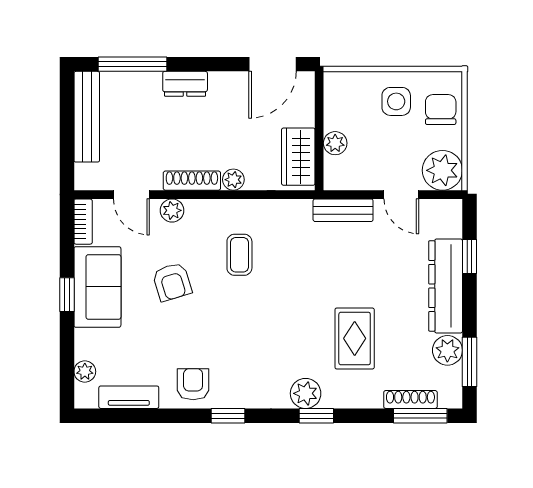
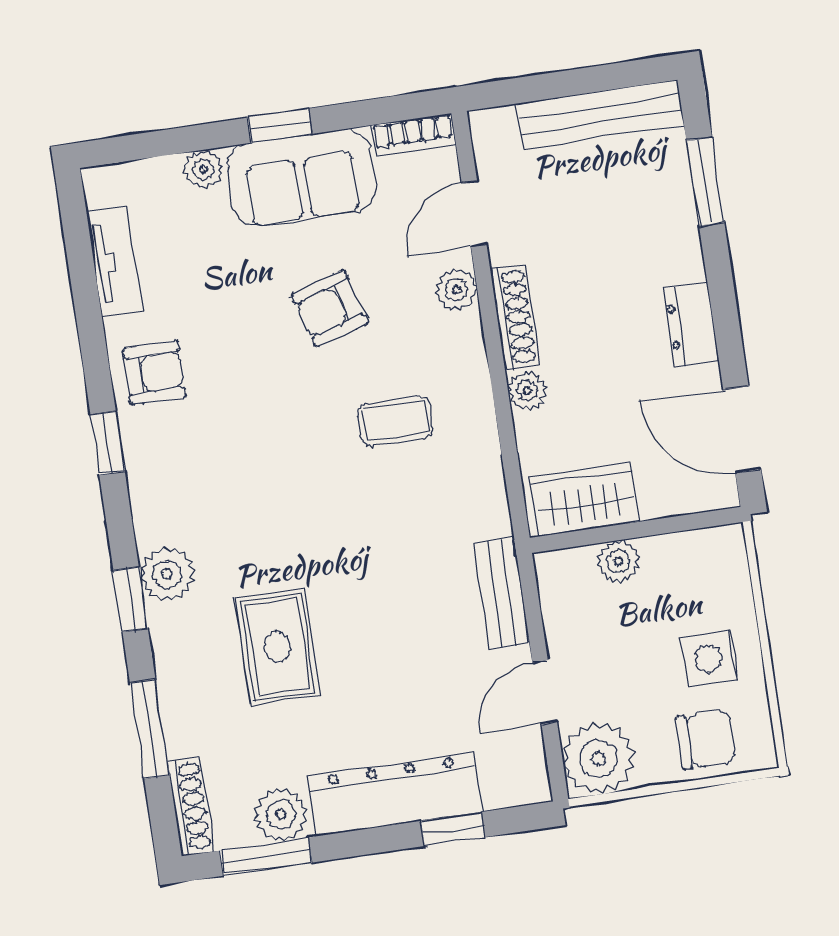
window: (133, 64) -> (705, 182), width x0.69
dresser: (185, 84) -> (691, 325), moved
rug: (355, 338) -> (277, 647), turned 90
plant: (85, 372) -> (203, 169), moved
shoe rack: (410, 400) -> (190, 807), moved
window: (420, 416) -> (150, 729), moved

